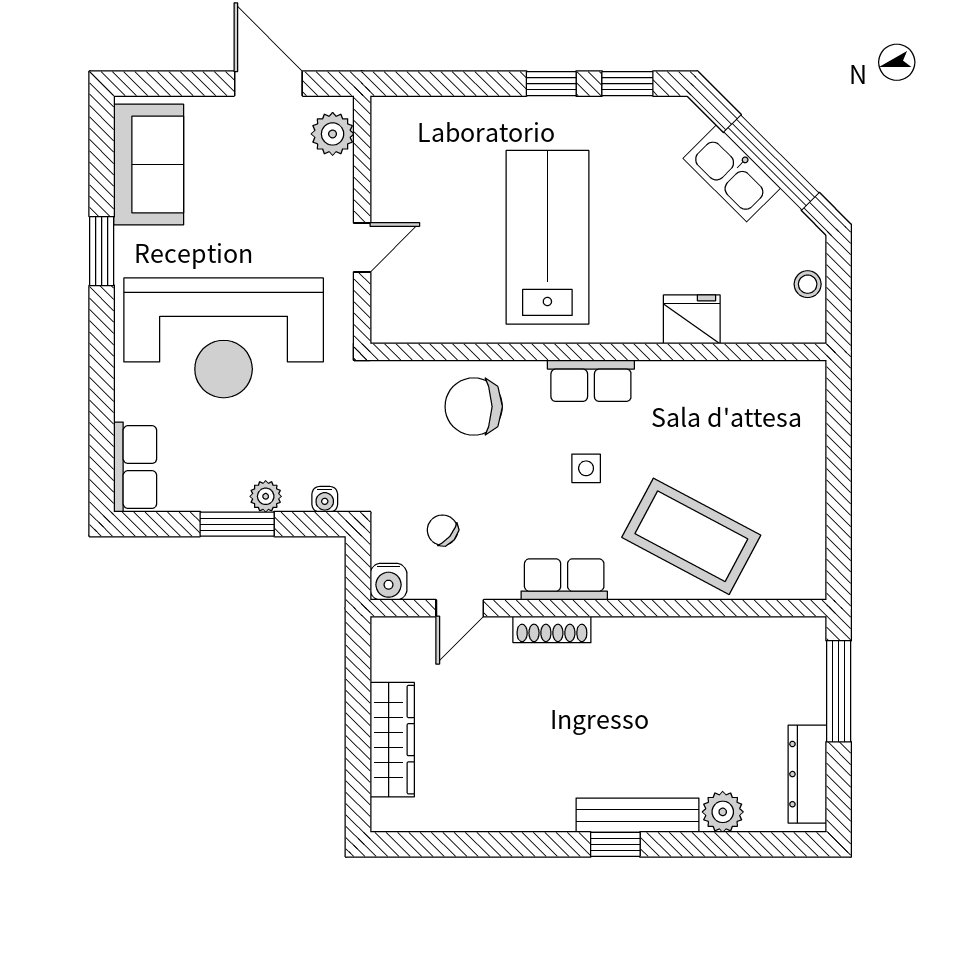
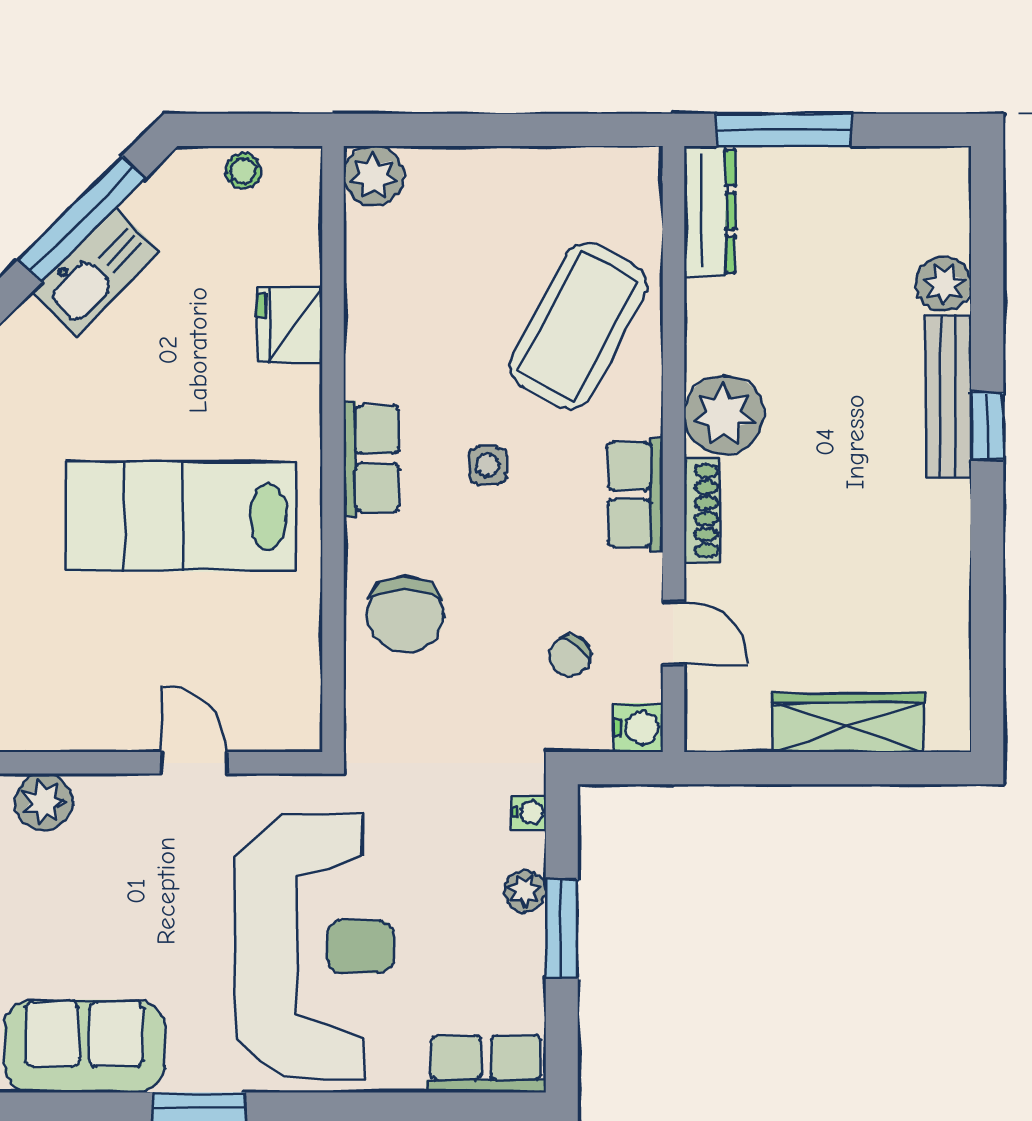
plant: (804, 382) -> (374, 176), added
plant: (624, 646) -> (724, 415), added
dresser: (807, 774) -> (710, 211), moved, turned -90

